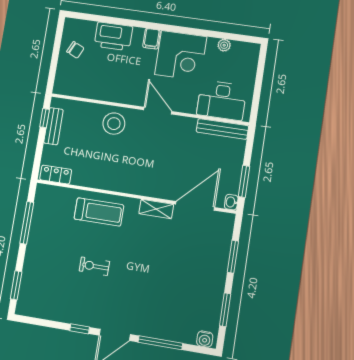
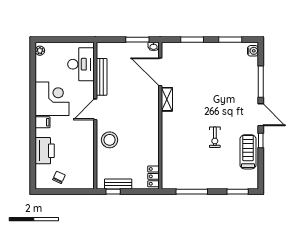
plant: (224, 45) -> (40, 51), moved
bench: (222, 129) -> (102, 77), moved
treadmill: (99, 212) -> (248, 152), moved

